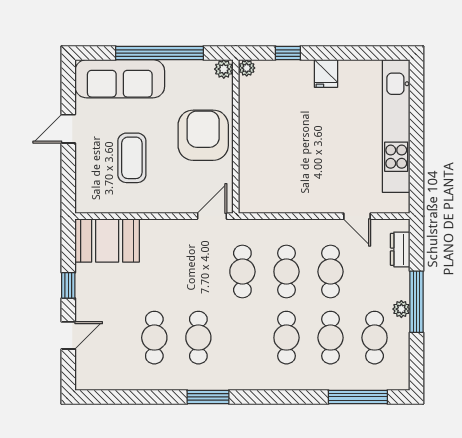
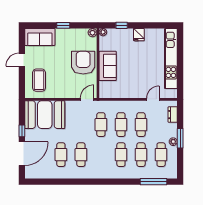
window: (159, 53) -> (63, 25), width x0.32
sofa: (120, 79) -> (40, 37), width x0.73
sofa: (257, 142) -> (108, 66), added
coffee table: (132, 158) -> (39, 80), moved
door: (357, 216) -> (153, 99), swing flipped
booth: (107, 240) -> (45, 115), width x1.36, depth x1.42
window: (417, 302) -> (180, 138), width x0.69
door: (68, 335) -> (22, 154), width x1.87
window: (208, 397) -> (85, 182), removed

